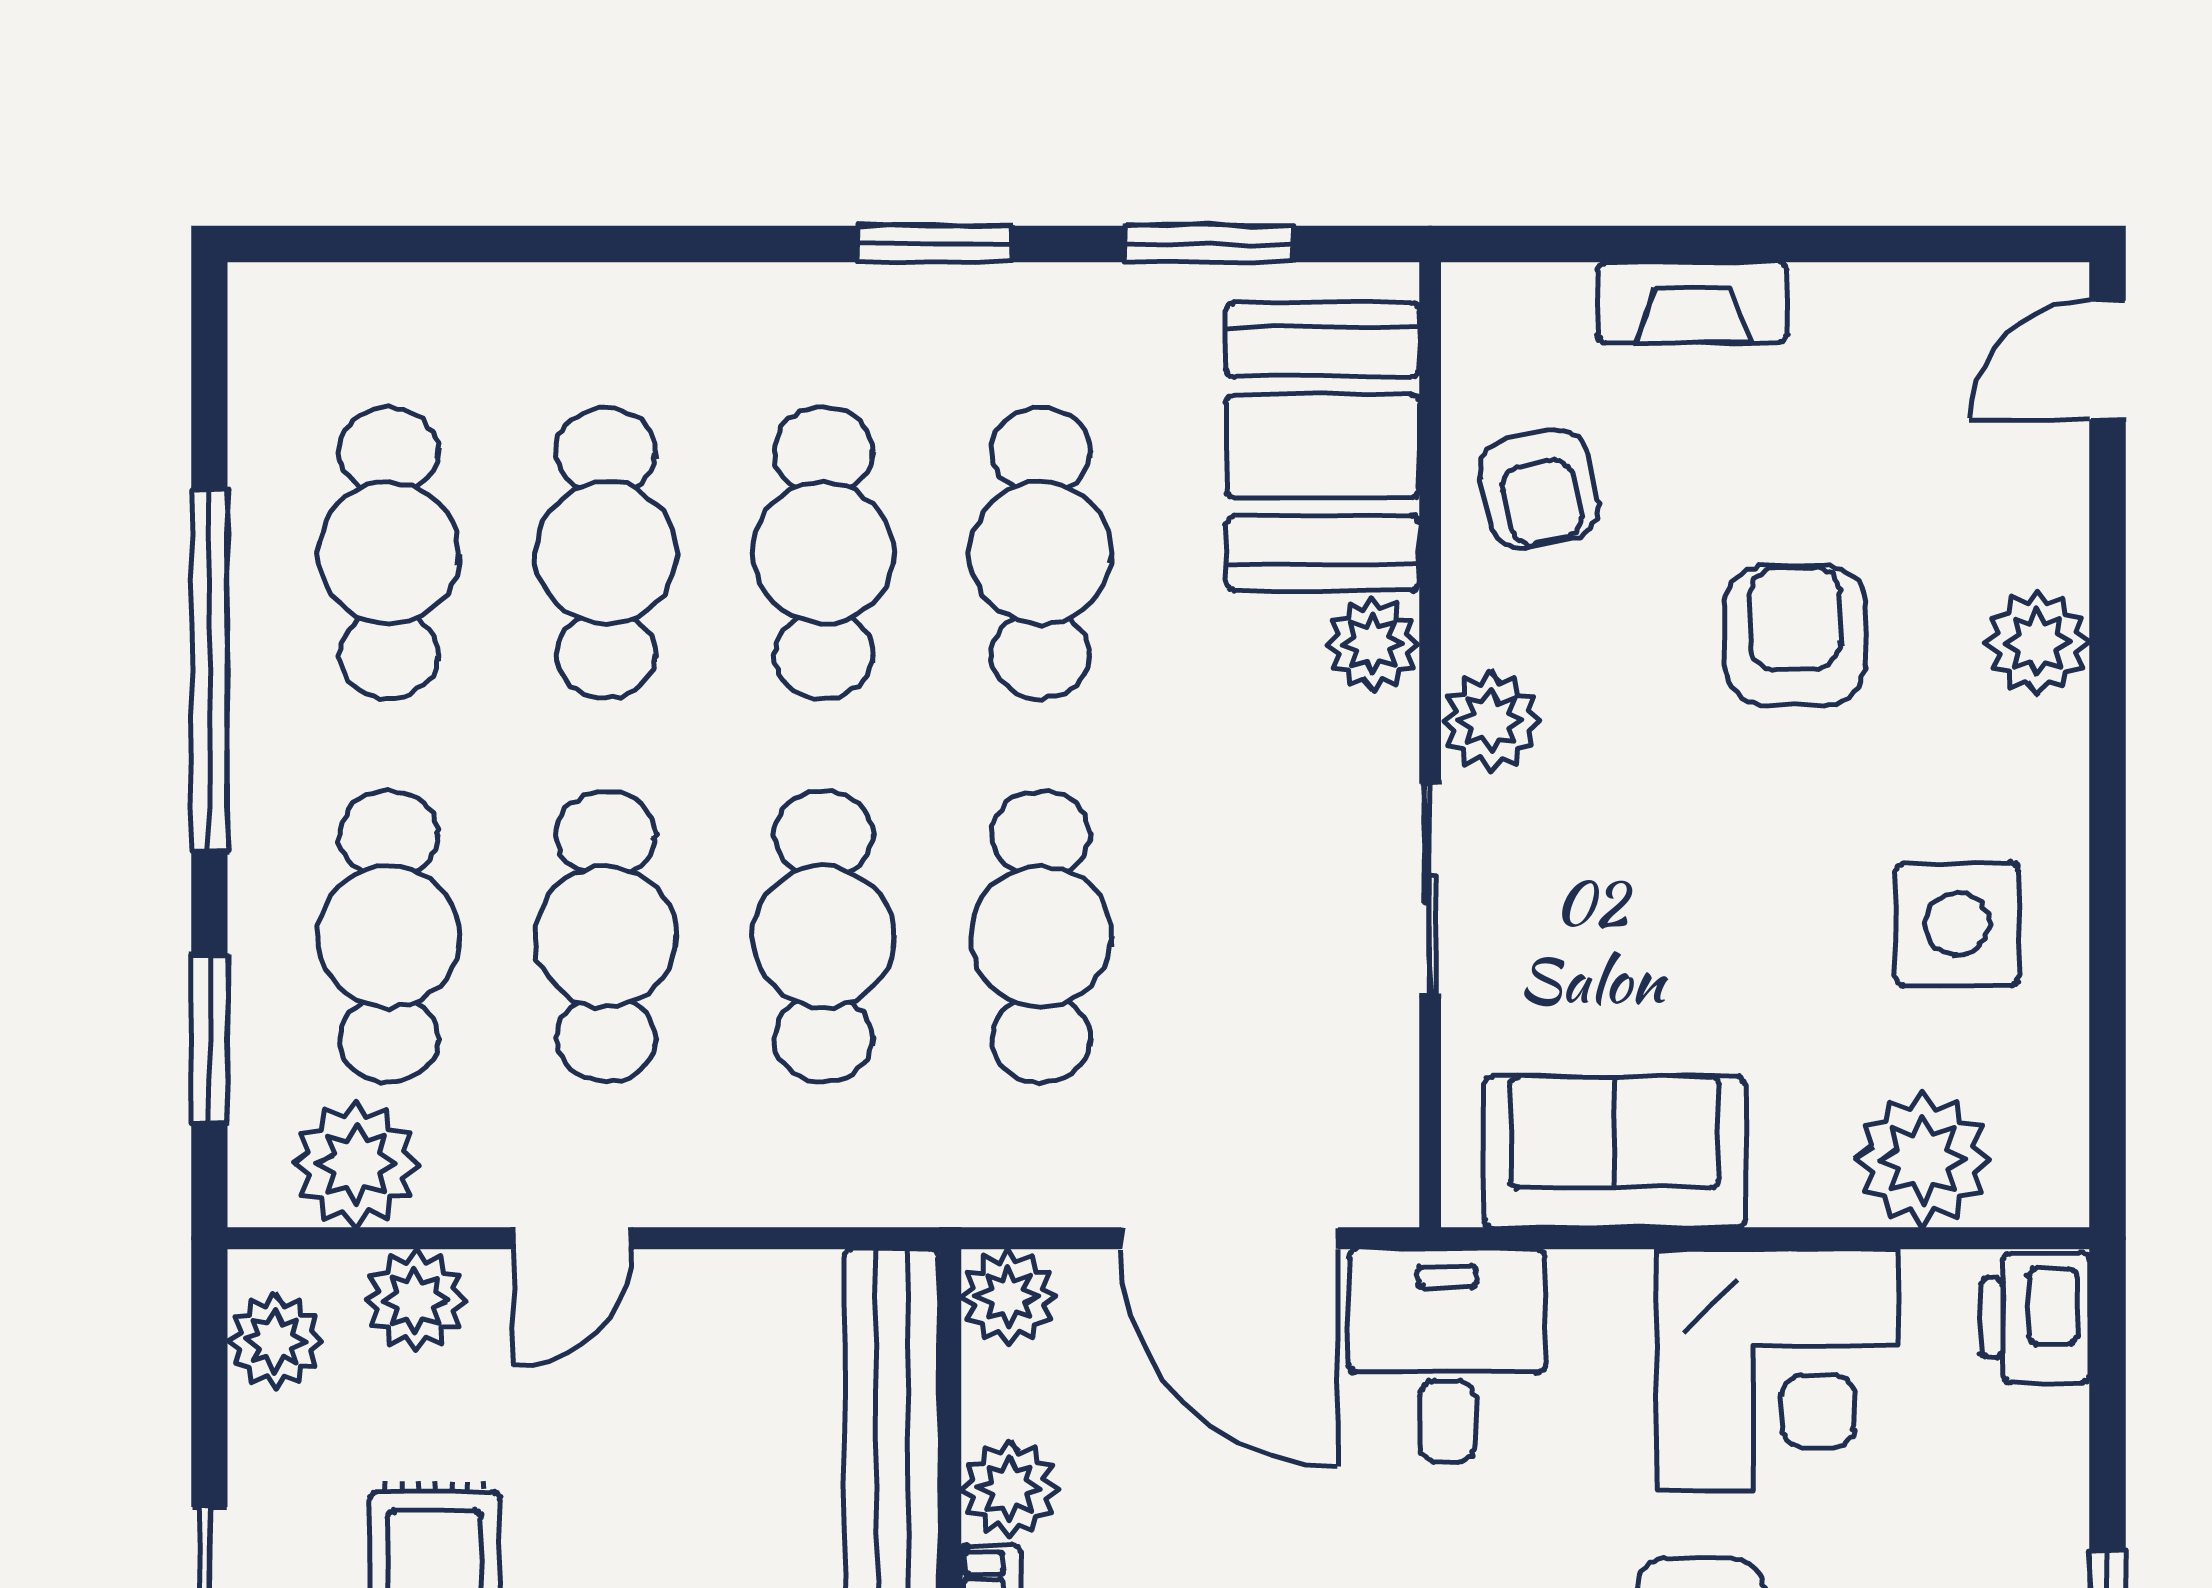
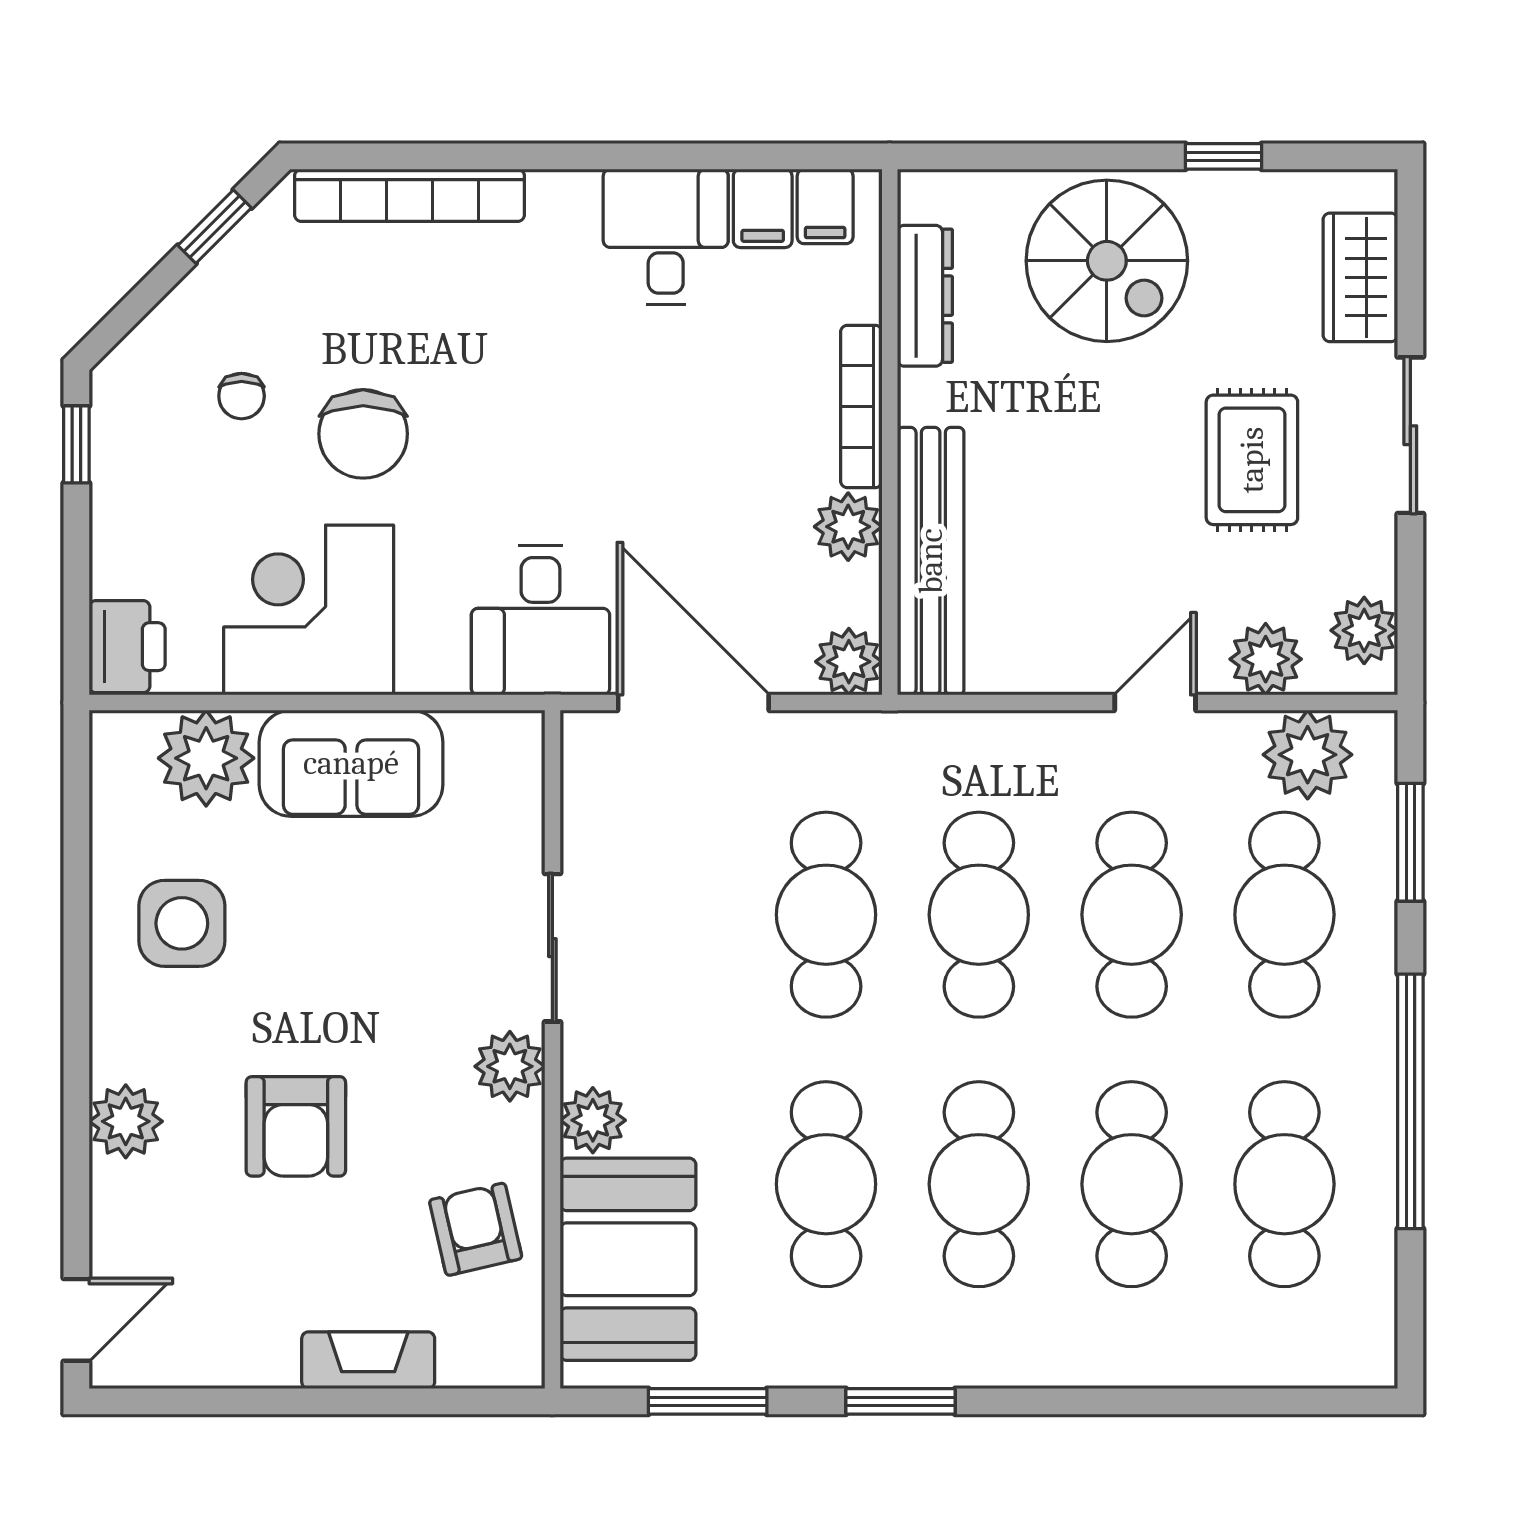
sofa: (1615, 1152) -> (351, 763), moved

